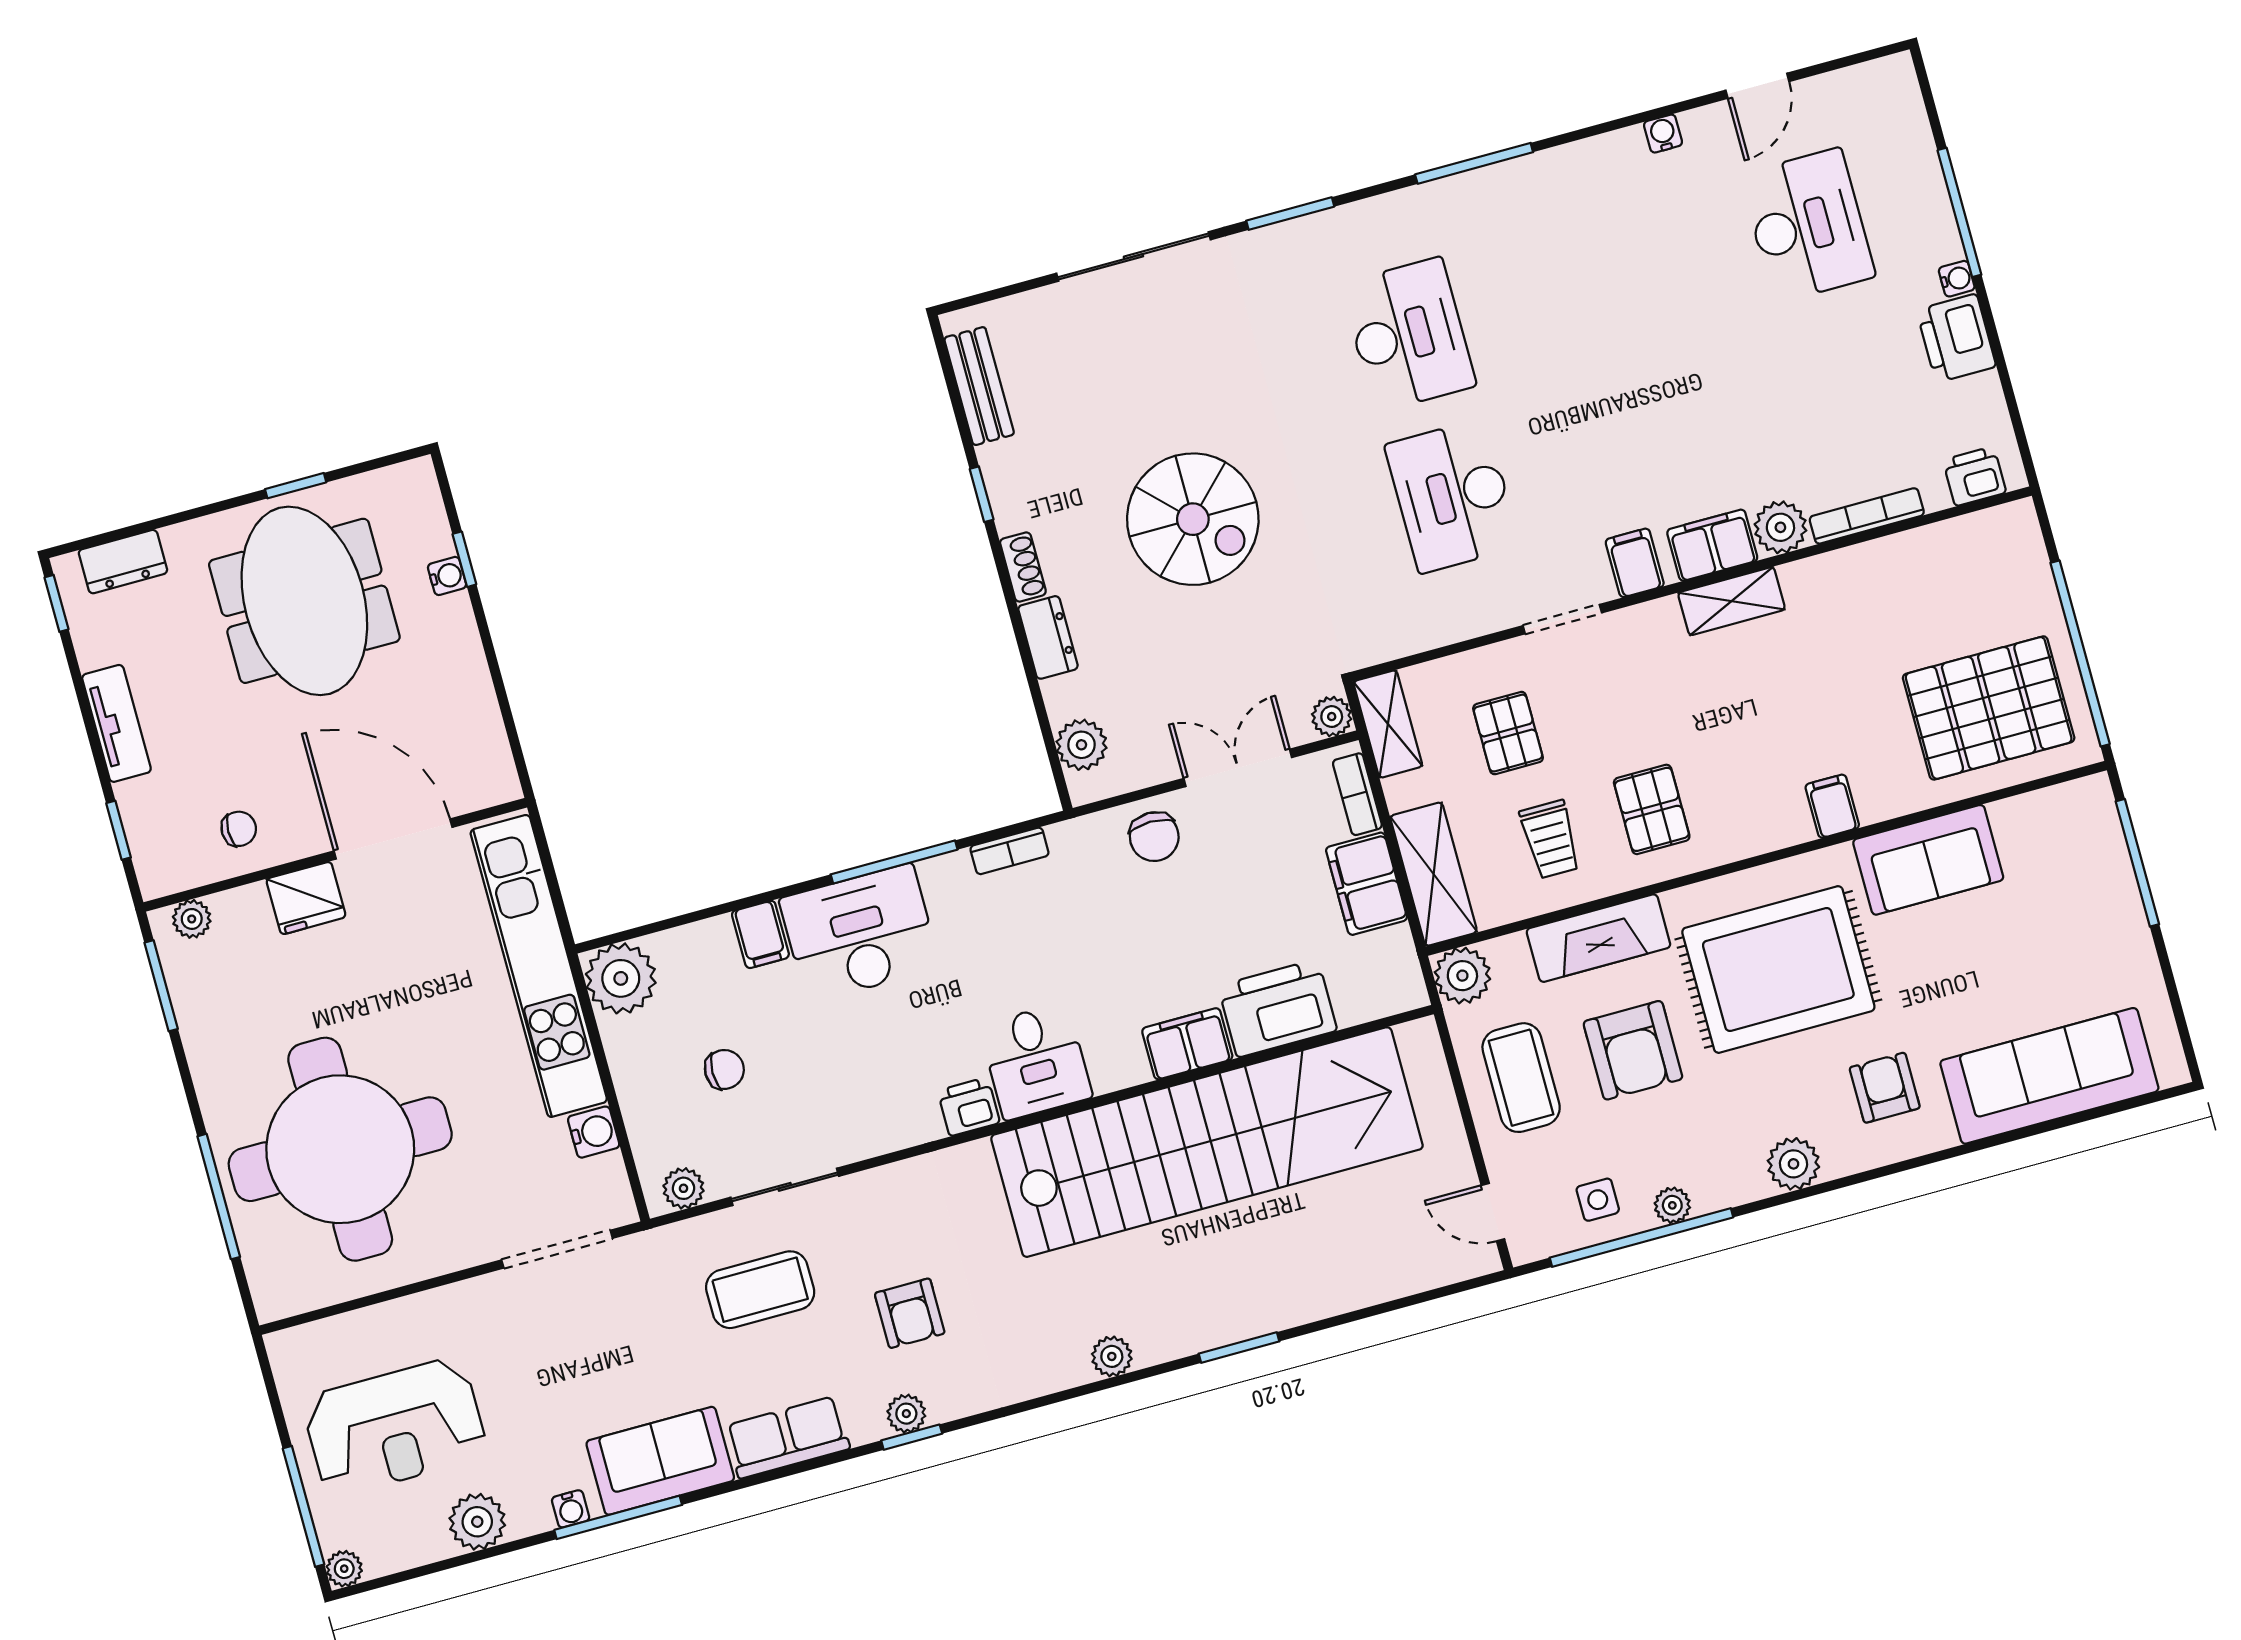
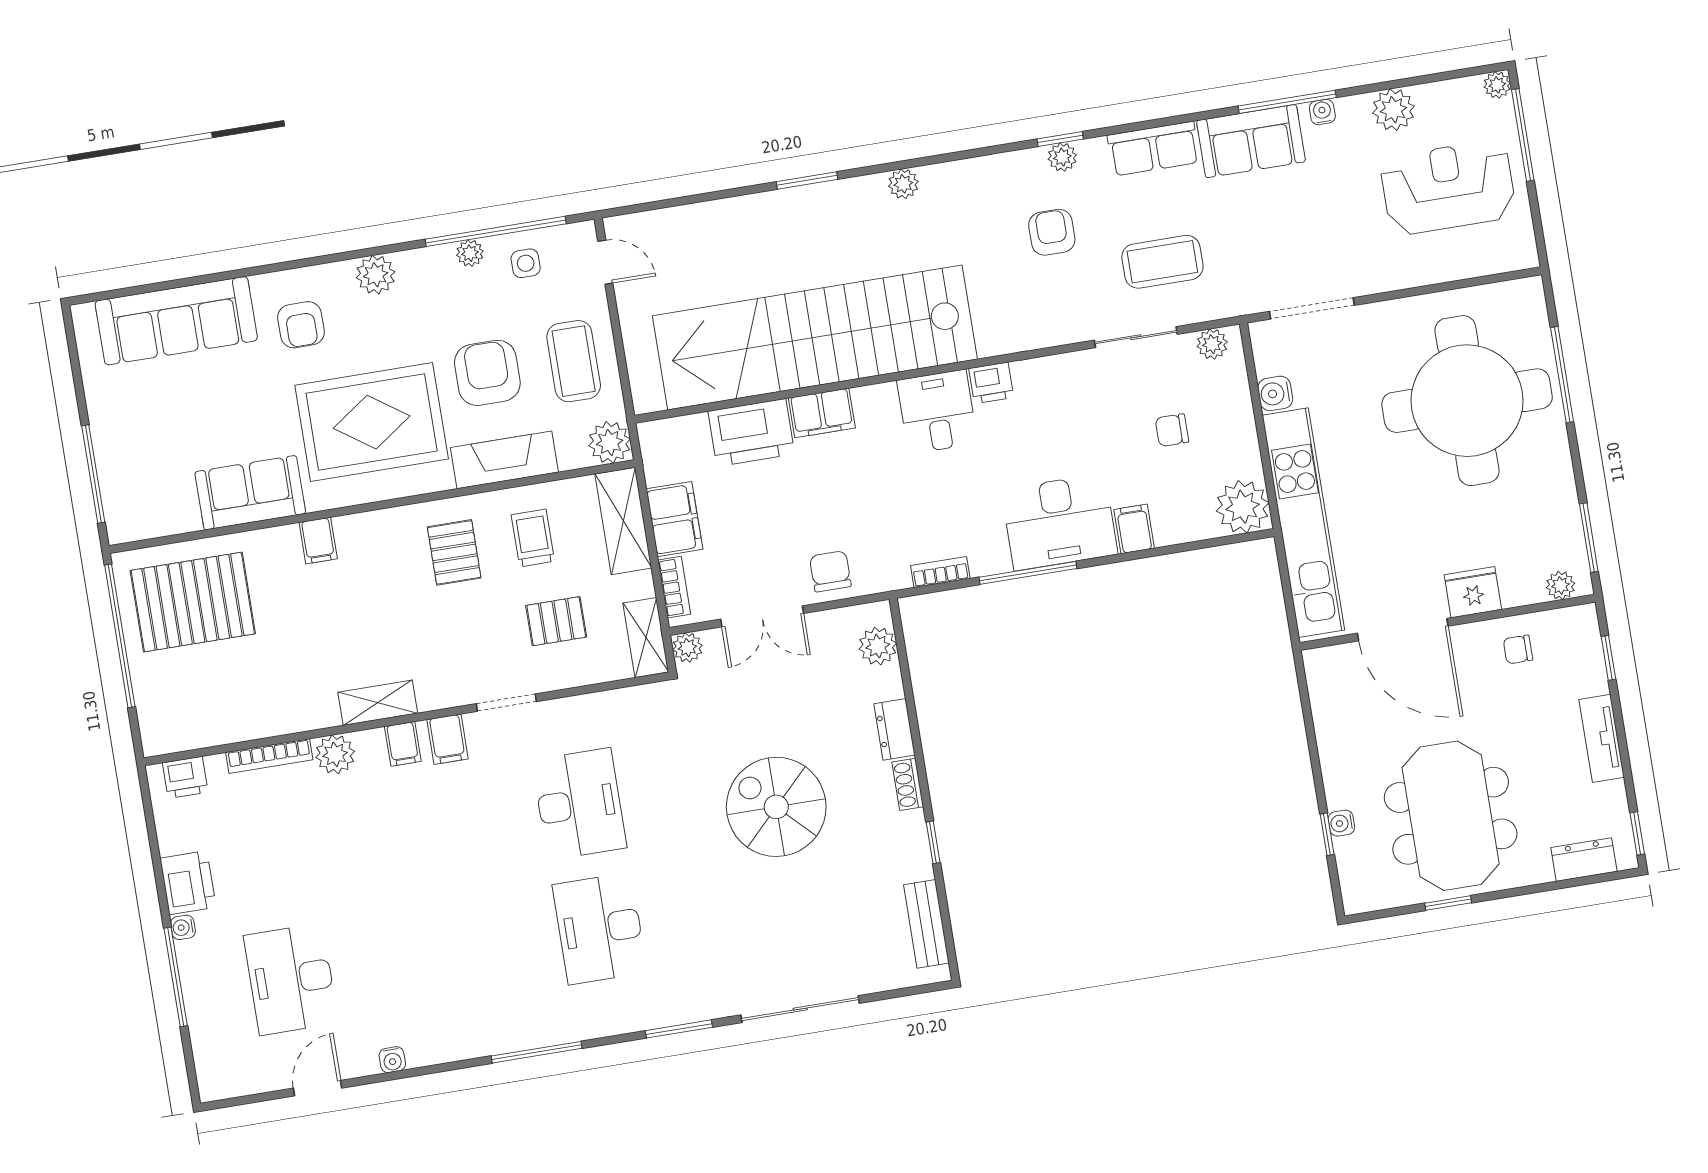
filing cabinet: (1712, 545) -> (403, 744), width x0.50
pallet: (1508, 733) -> (556, 621), turned 90

